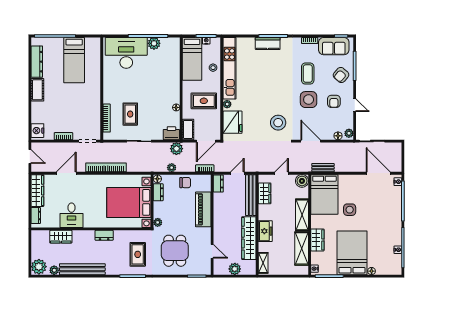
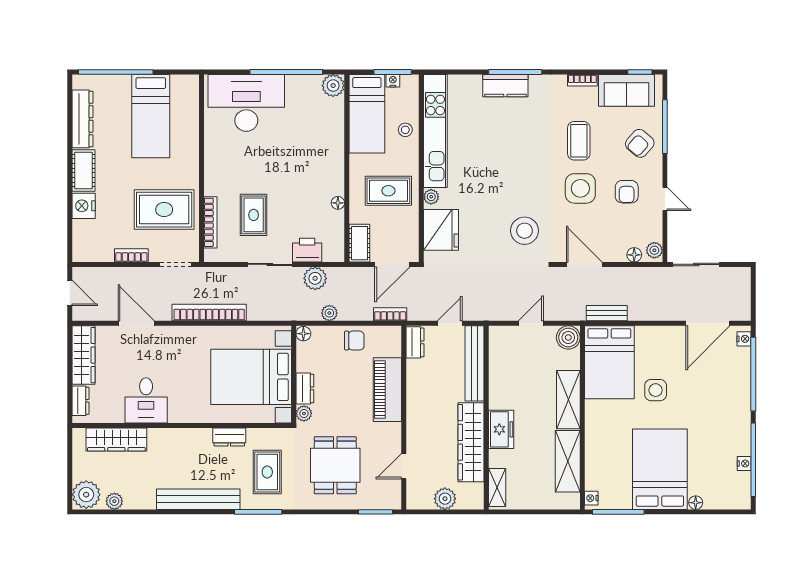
plant: (154, 43) -> (333, 86), moved
rug: (81, 111) -> (164, 210), added
nightstand: (37, 131) -> (84, 206), moved
printer: (171, 133) -> (307, 250), moved
plant: (176, 149) -> (315, 278), moved
door: (66, 173) -> (136, 323), hinge flipped
door: (378, 173) -> (708, 323), swing flipped
dresser: (158, 192) -> (305, 388), moved
wardrobe: (265, 193) -> (500, 360), removed
dresser: (104, 235) -> (229, 437), moved
wardrobe: (61, 237) -> (116, 440), width x1.50
wardrobe: (317, 240) -> (597, 446), removed
door: (212, 251) -> (404, 466), swing flipped
bench: (82, 269) -> (198, 499), moved

